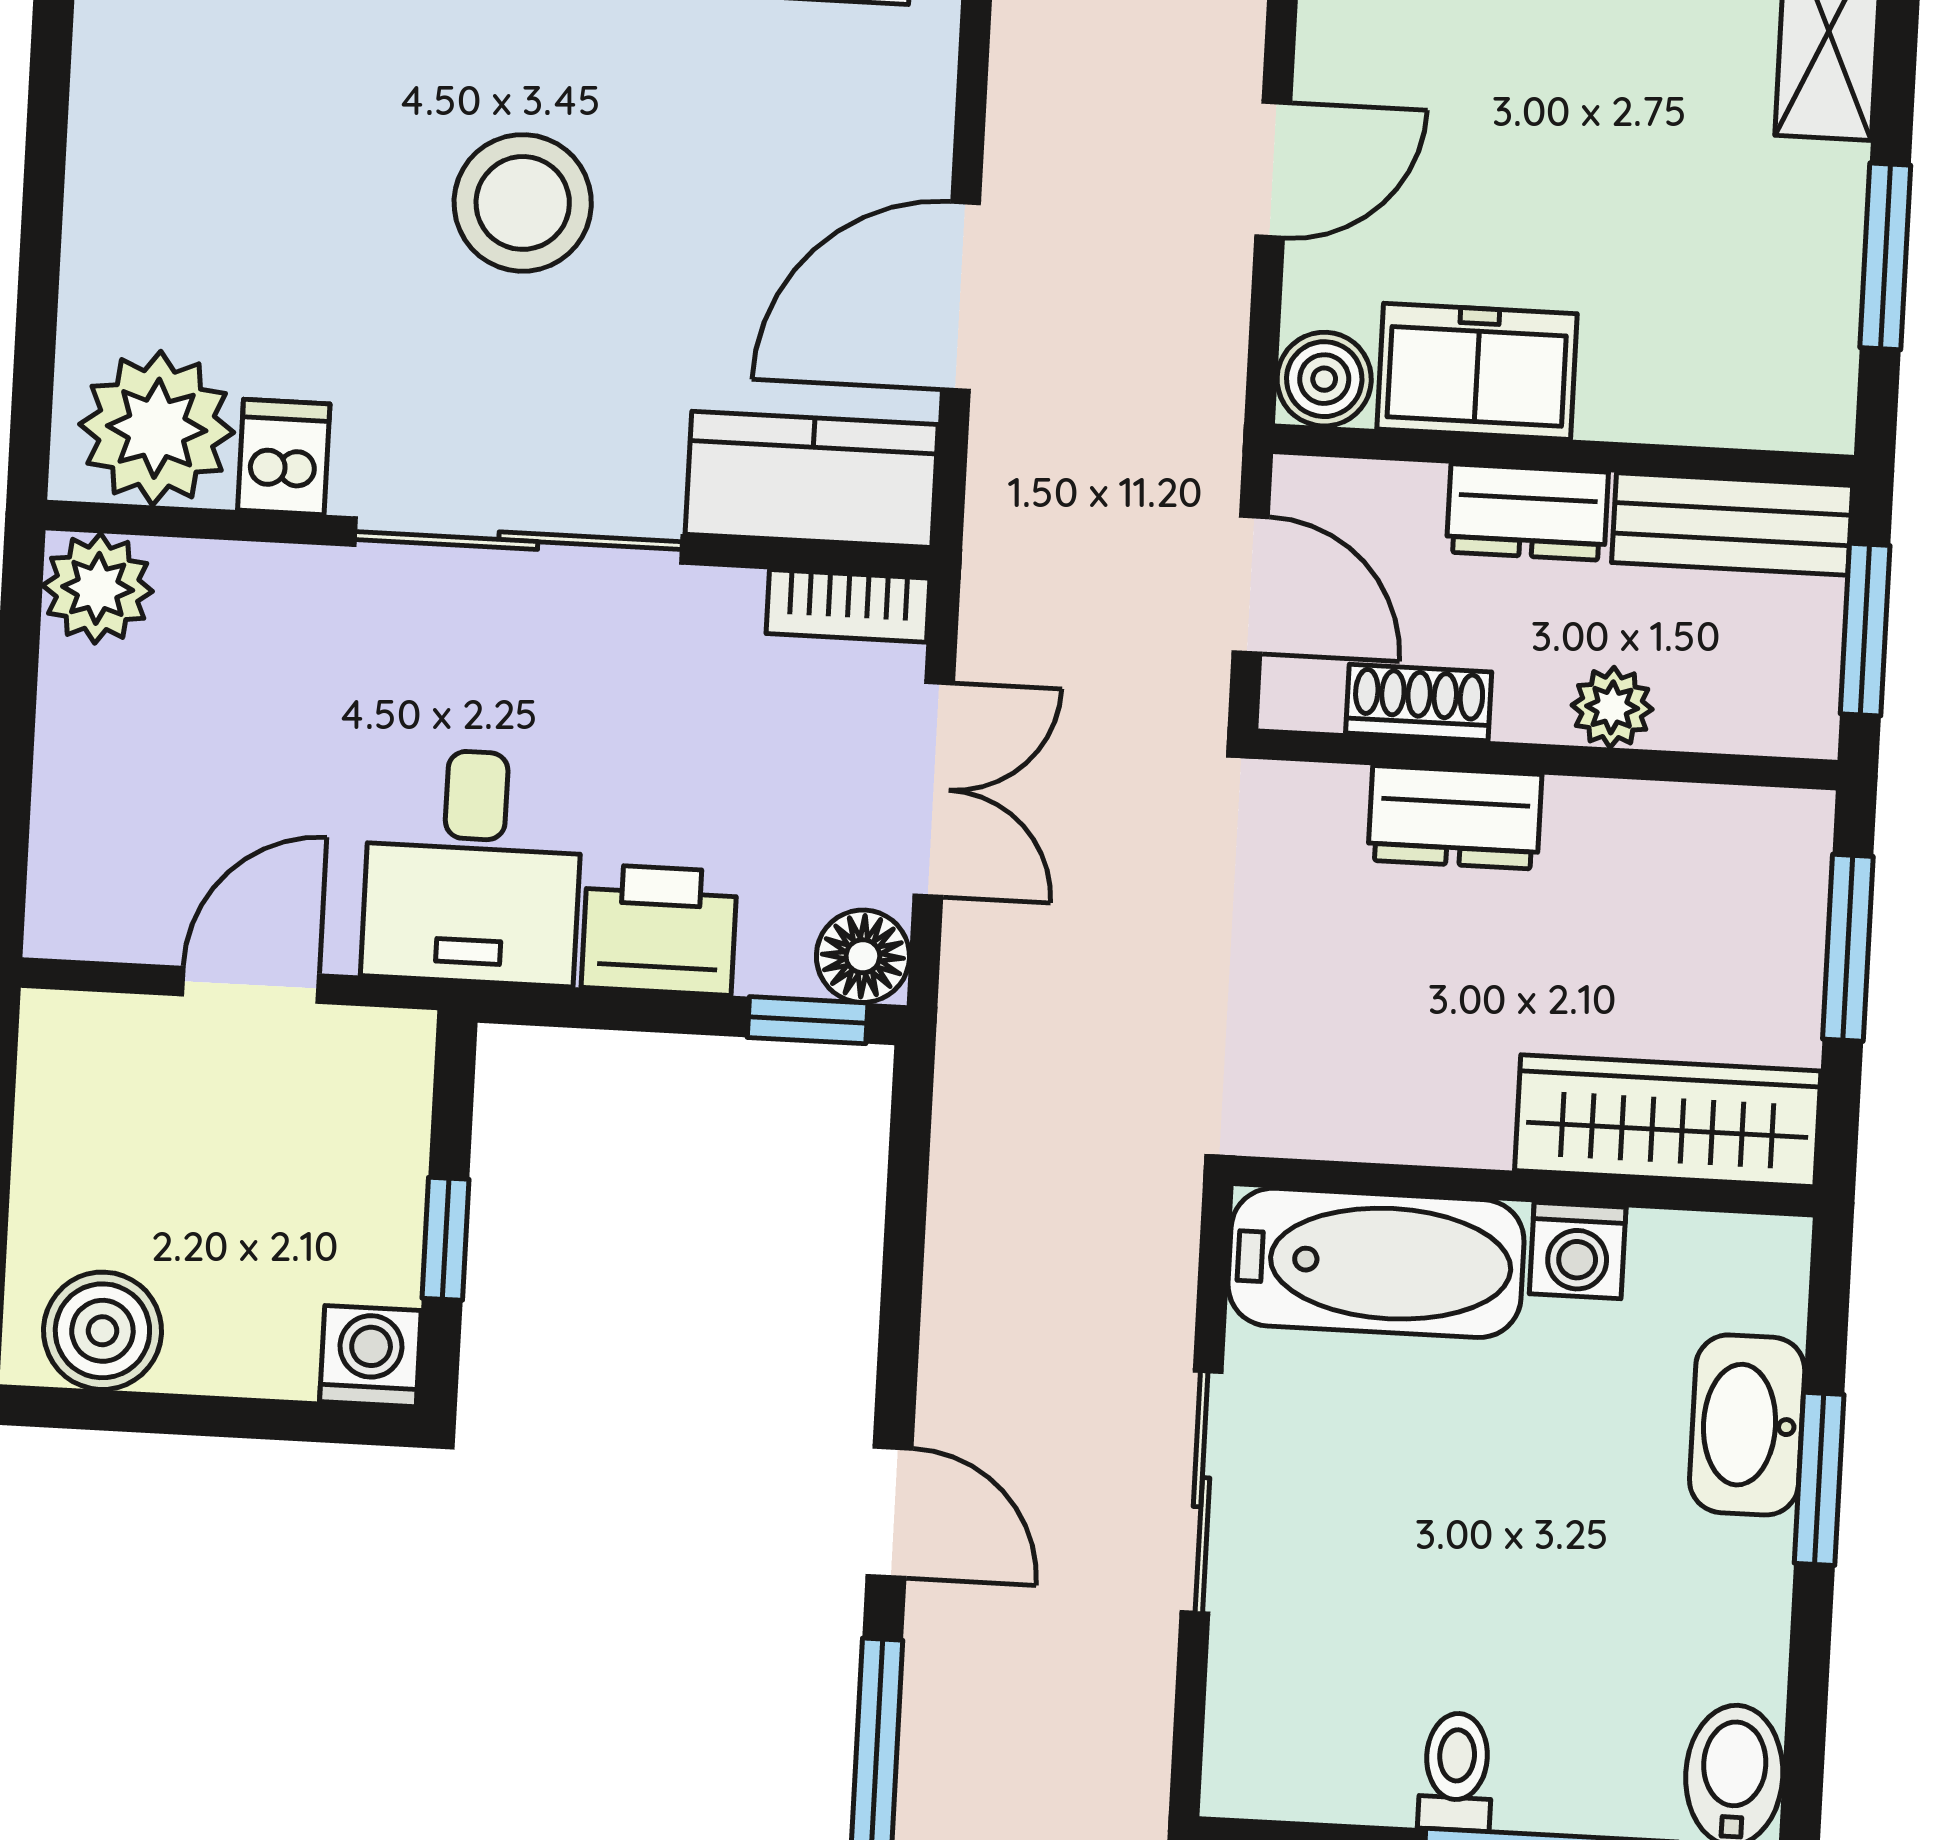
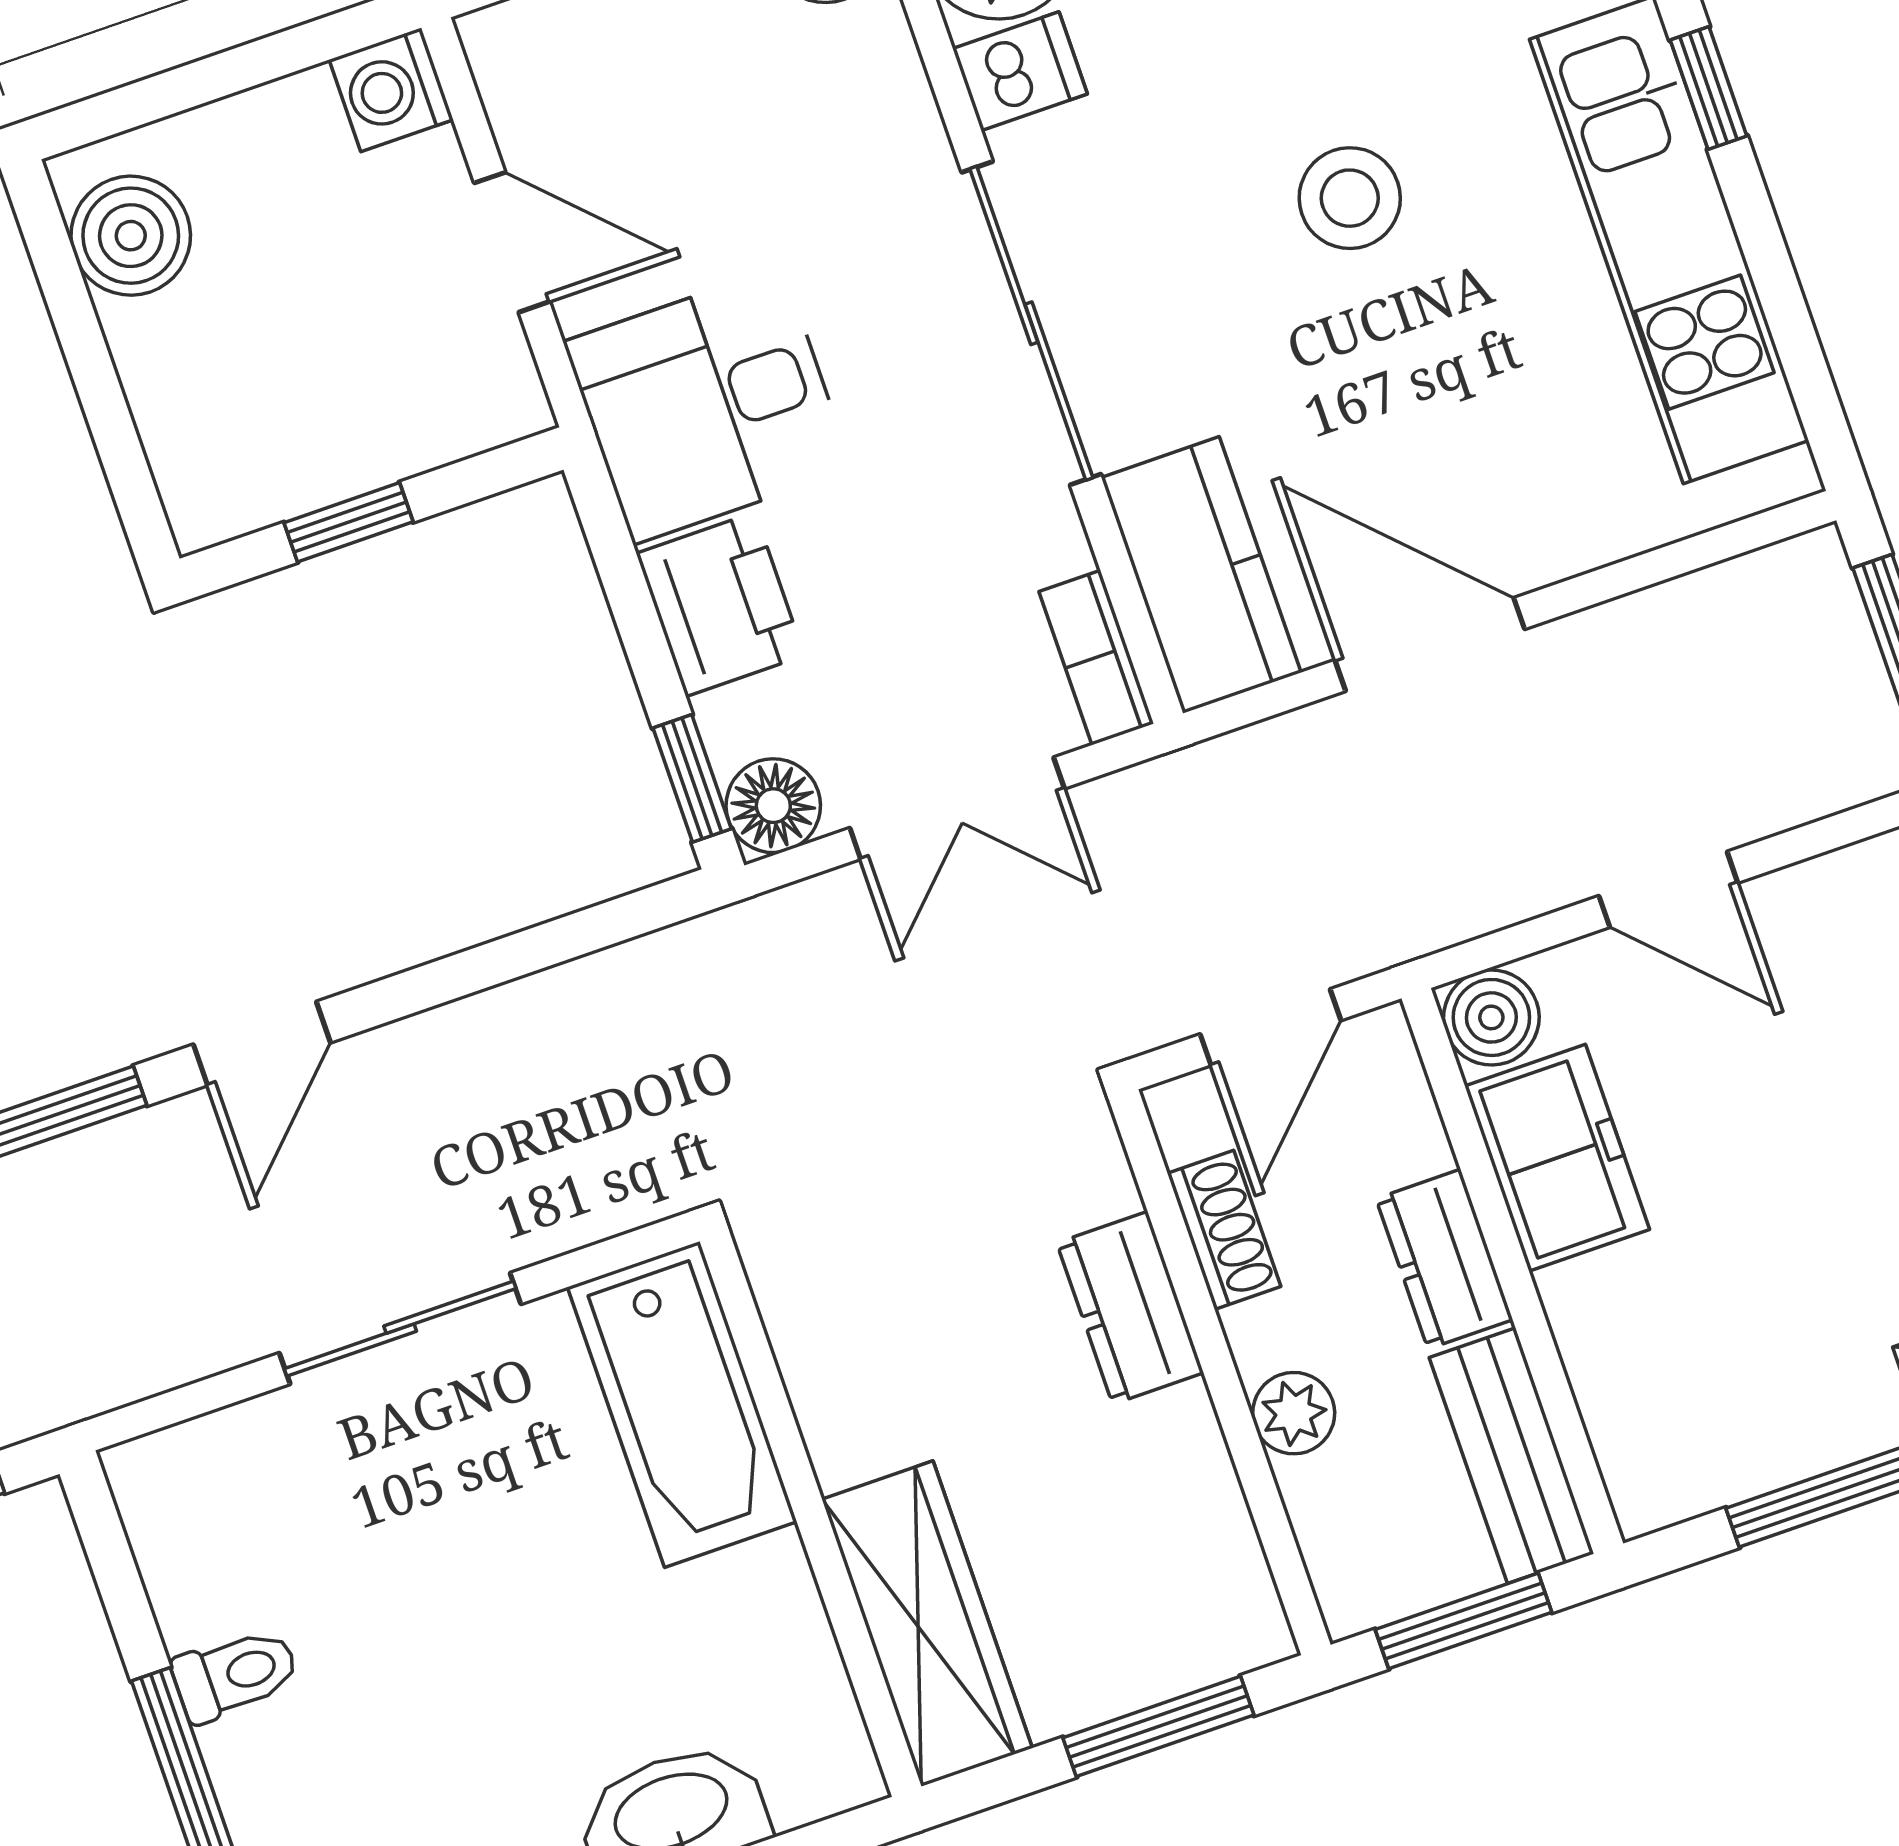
stool: (523, 203) -> (1350, 198), width x0.73, depth x0.73
washing machine: (1578, 1251) -> (771, 1589), removed
washing machine: (370, 1356) -> (391, 90), moved, turned 180

